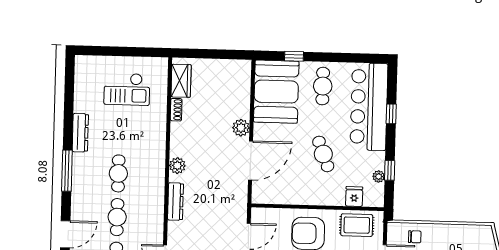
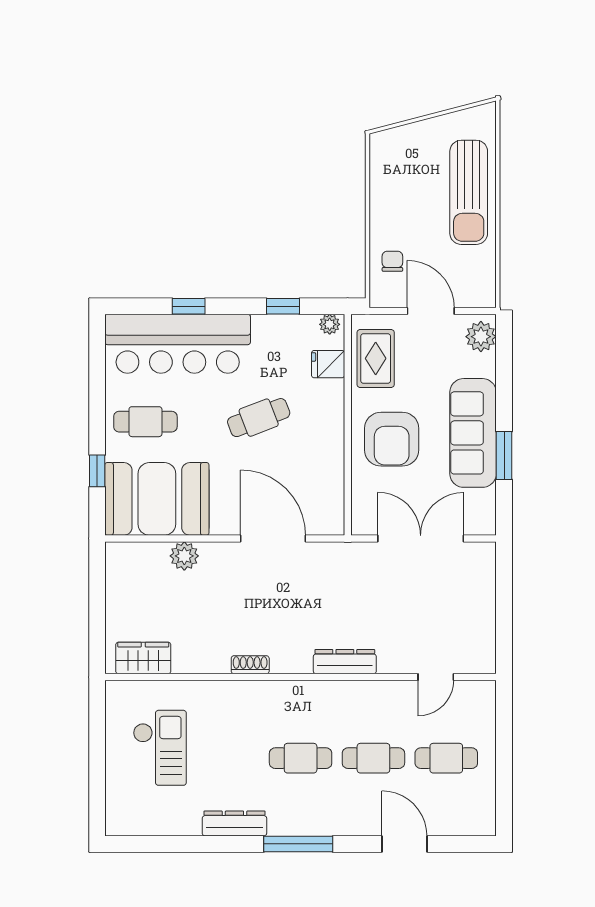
shoe rack: (176, 110) -> (250, 665), moved
plant: (241, 128) -> (184, 556), moved
plant: (177, 166) -> (285, 660), removed
plant: (379, 176) -> (330, 324), moved

